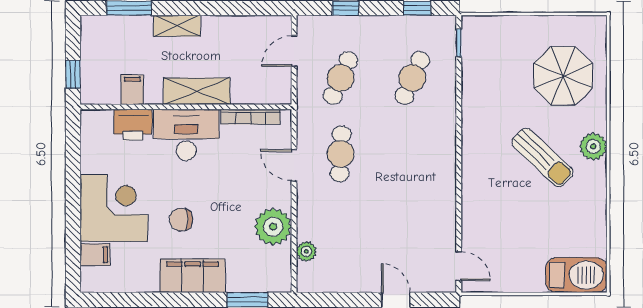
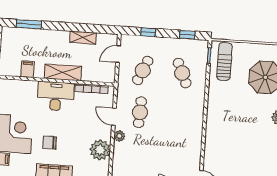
shelving: (177, 26) -> (83, 38), moved
cafe table: (412, 78) -> (182, 73), turned -48
printer: (133, 125) -> (27, 89), removed
sun lounger: (542, 157) -> (224, 61), moved, turned -133
plant: (306, 251) -> (119, 136), moved

